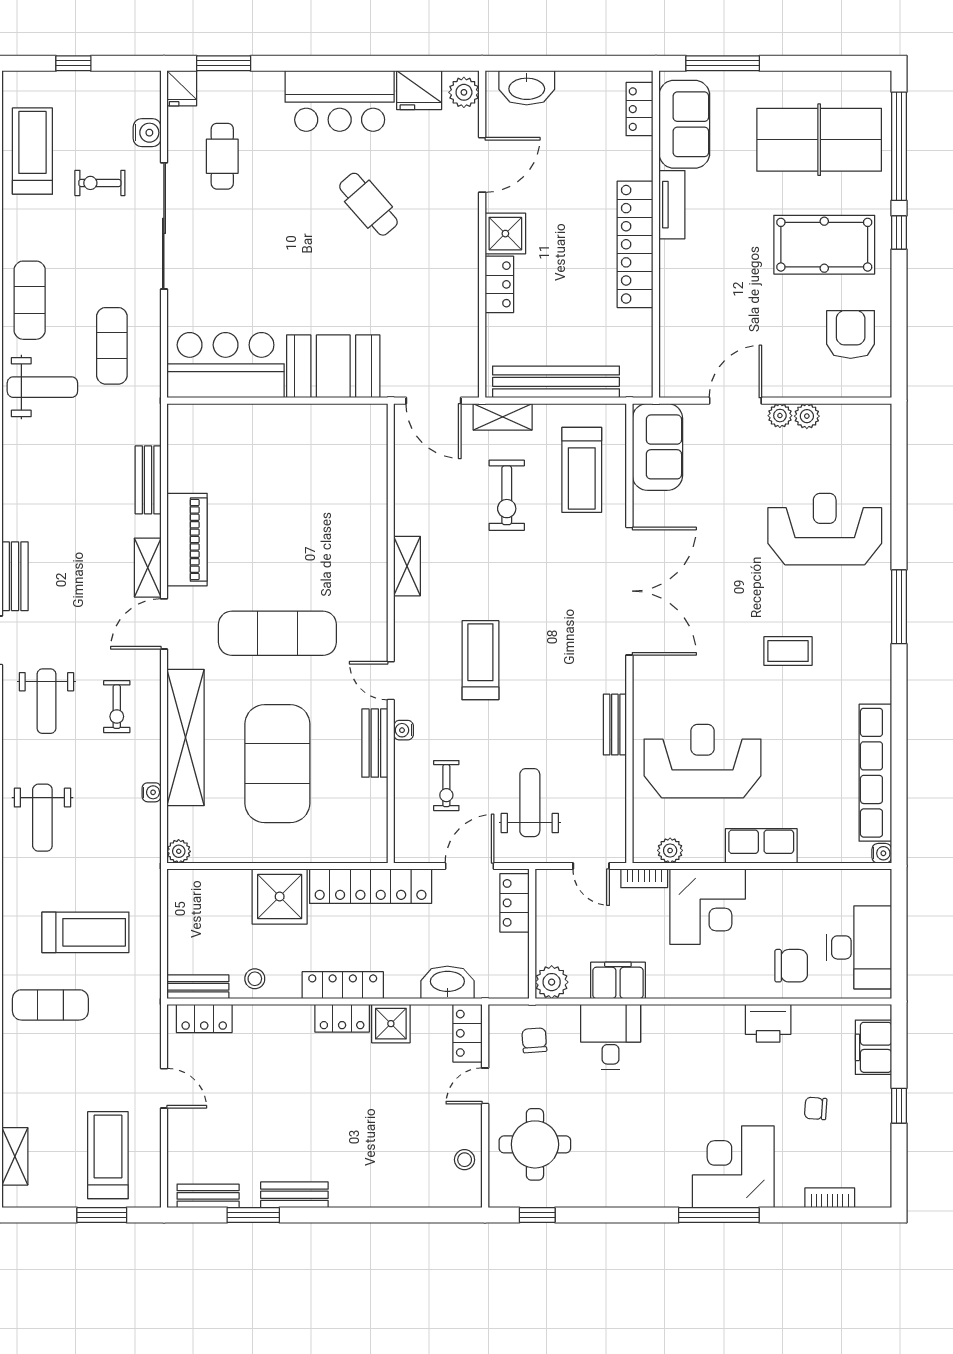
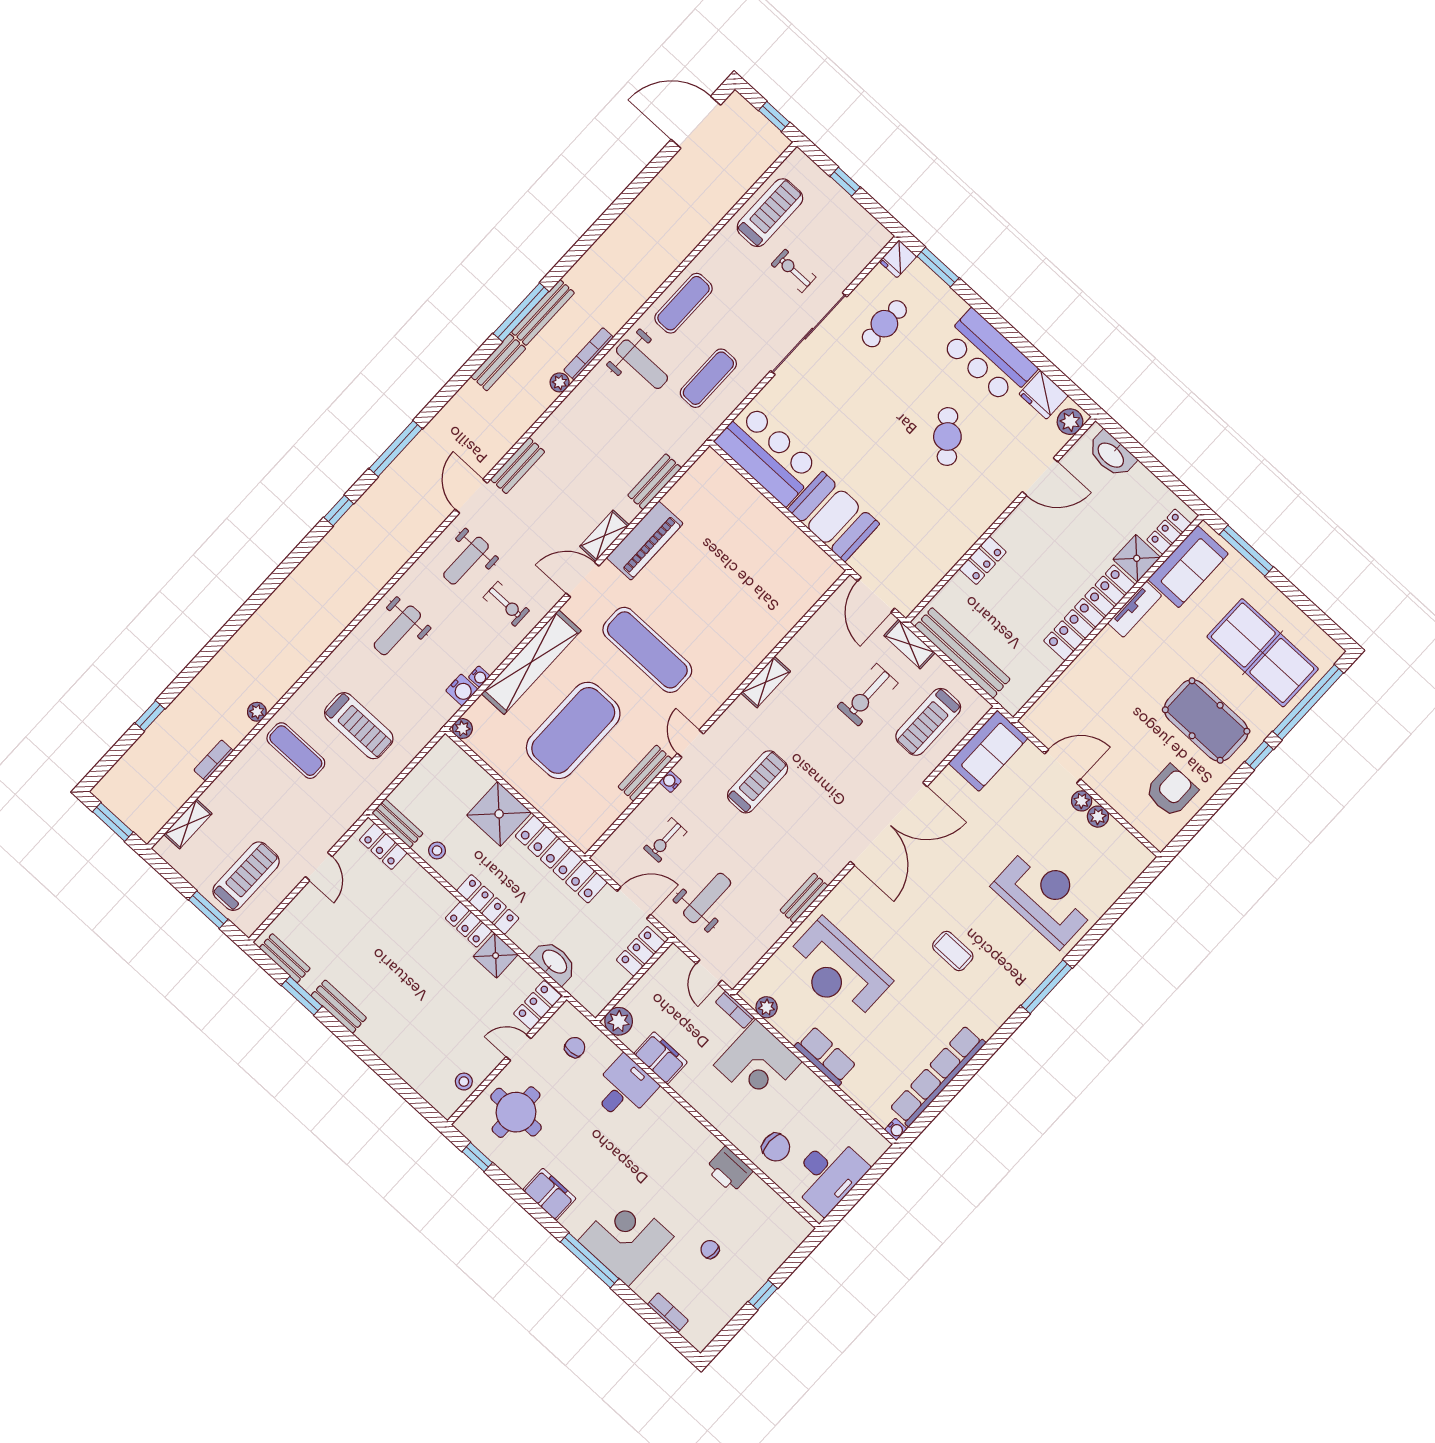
water cooler: (147, 133) -> (462, 690), moved
shower: (505, 234) -> (1137, 558), moved
exercise bike: (117, 707) -> (506, 604), turned -90
reception desk: (703, 761) -> (837, 970), turned 180
filing cabinet: (873, 1047) -> (549, 1194), moved, turned 90

